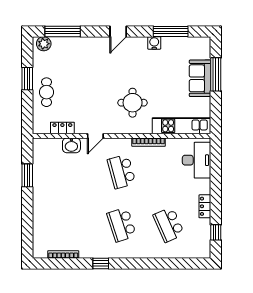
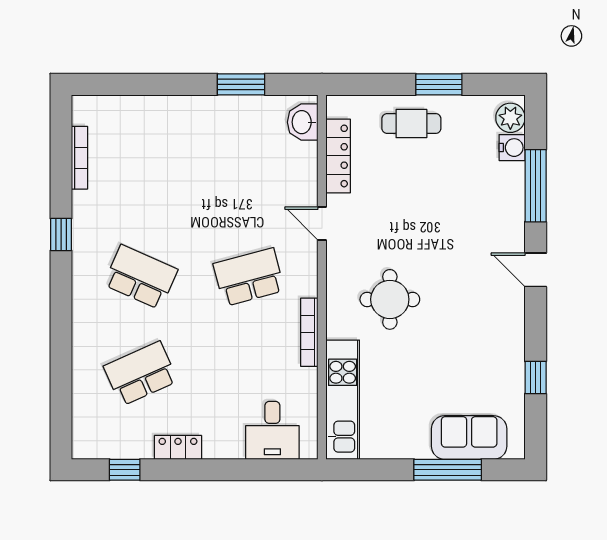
window: (63, 31) -> (536, 186), moved
window: (171, 31) -> (536, 377), width x0.46
water cooler: (154, 43) -> (512, 148), moved
sofa: (200, 78) -> (469, 437), moved
locker: (62, 128) -> (338, 156), width x1.53
washbasin: (71, 145) -> (303, 122), moved
desk: (197, 160) -> (272, 430), width x0.73
school desk: (122, 225) -> (141, 277), turned 42

